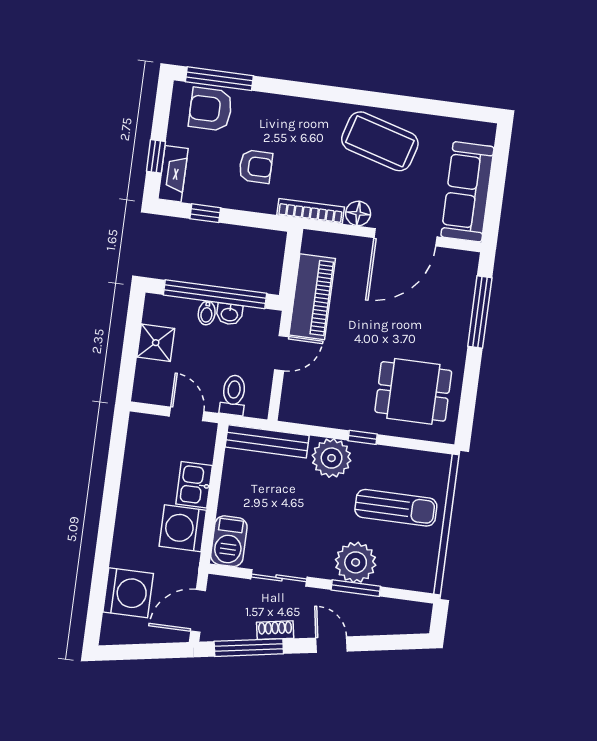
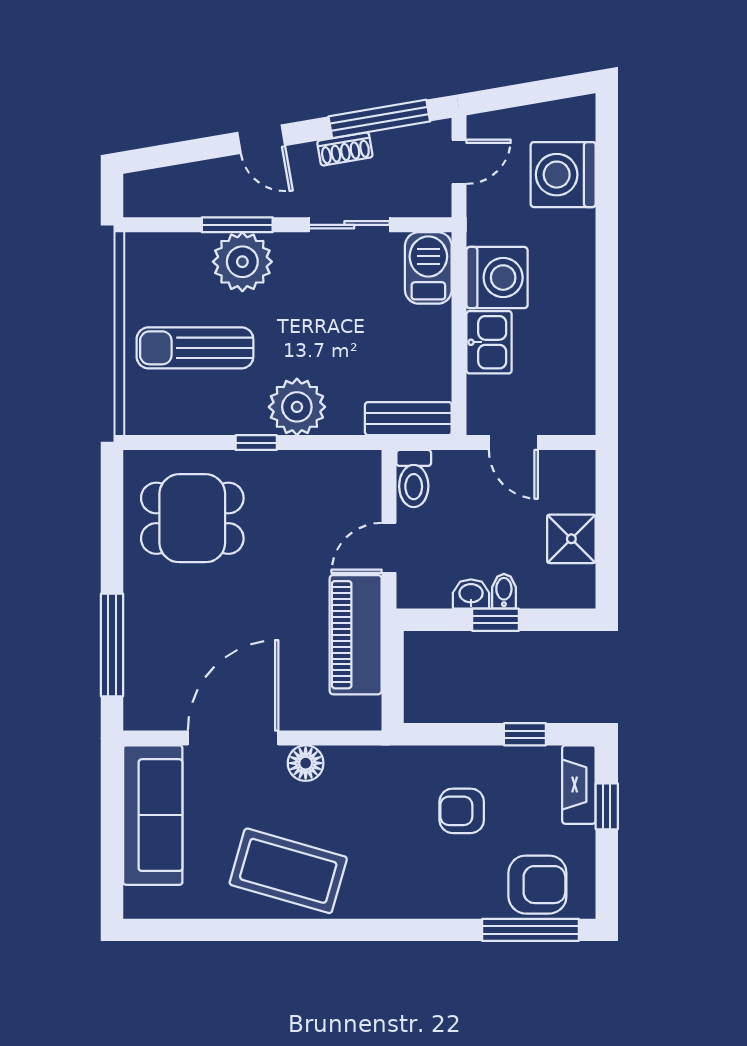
bookcase: (311, 211) -> (374, 758), removed
window: (215, 294) -> (495, 620), width x0.32
toilet: (233, 395) -> (414, 479), moved
bench: (267, 441) -> (408, 419), width x0.73
door: (198, 611) -> (459, 162), width x0.73

